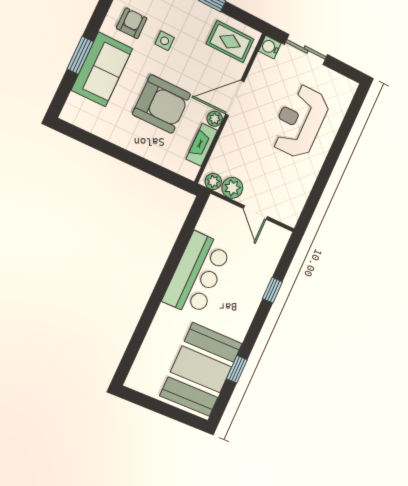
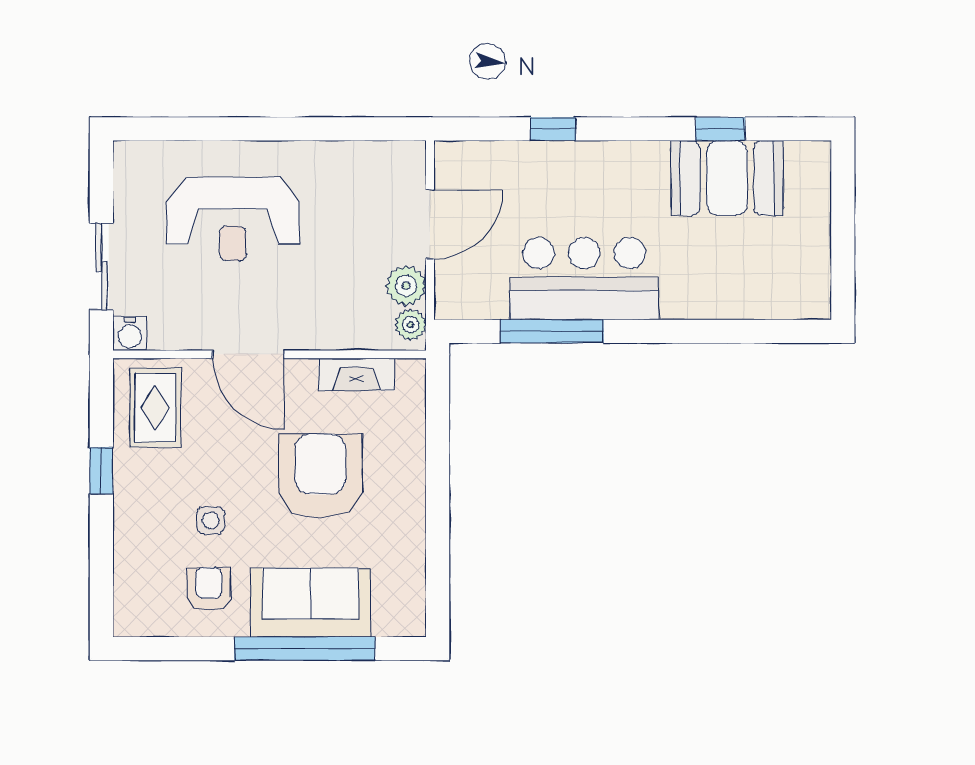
armchair: (132, 23) -> (209, 589), turned 90
window: (80, 55) -> (305, 649), width x2.11
plant: (215, 119) -> (301, 373), removed
door: (255, 213) -> (430, 224), width x1.38
window: (179, 248) -> (552, 331), added
booth: (201, 369) -> (727, 178), width x0.73, depth x0.70

